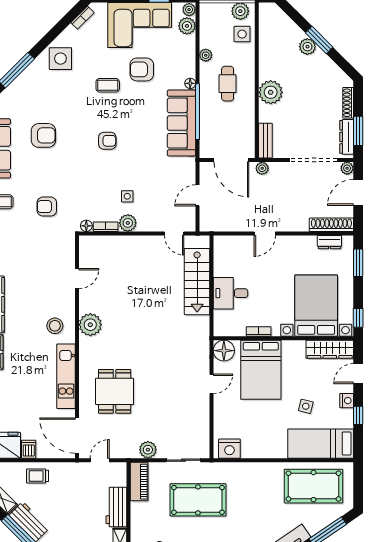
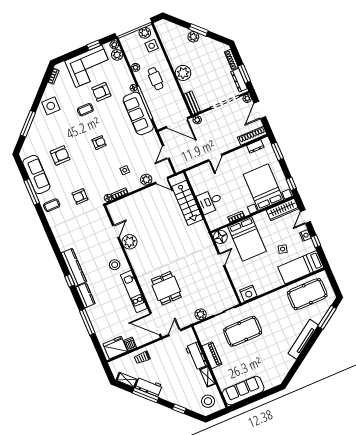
plant: (128, 223) -> (146, 180), moved
plant: (90, 325) -> (130, 242), moved
piano: (139, 482) -> (212, 355), moved

